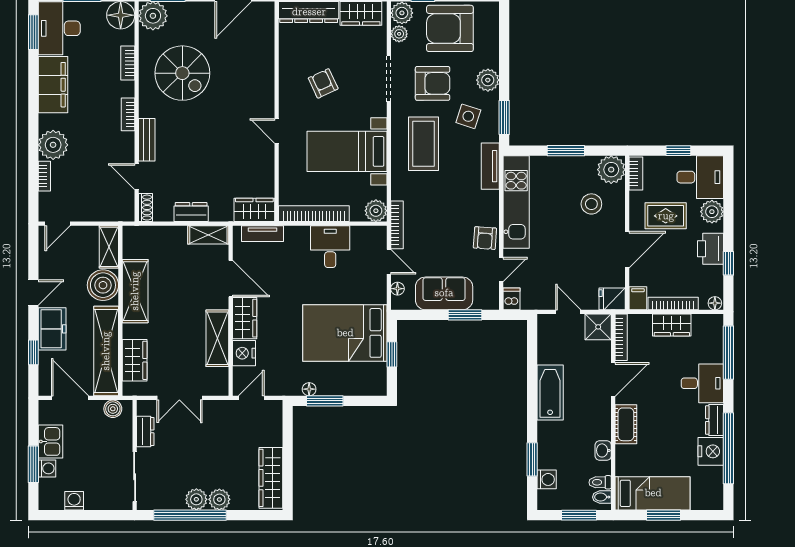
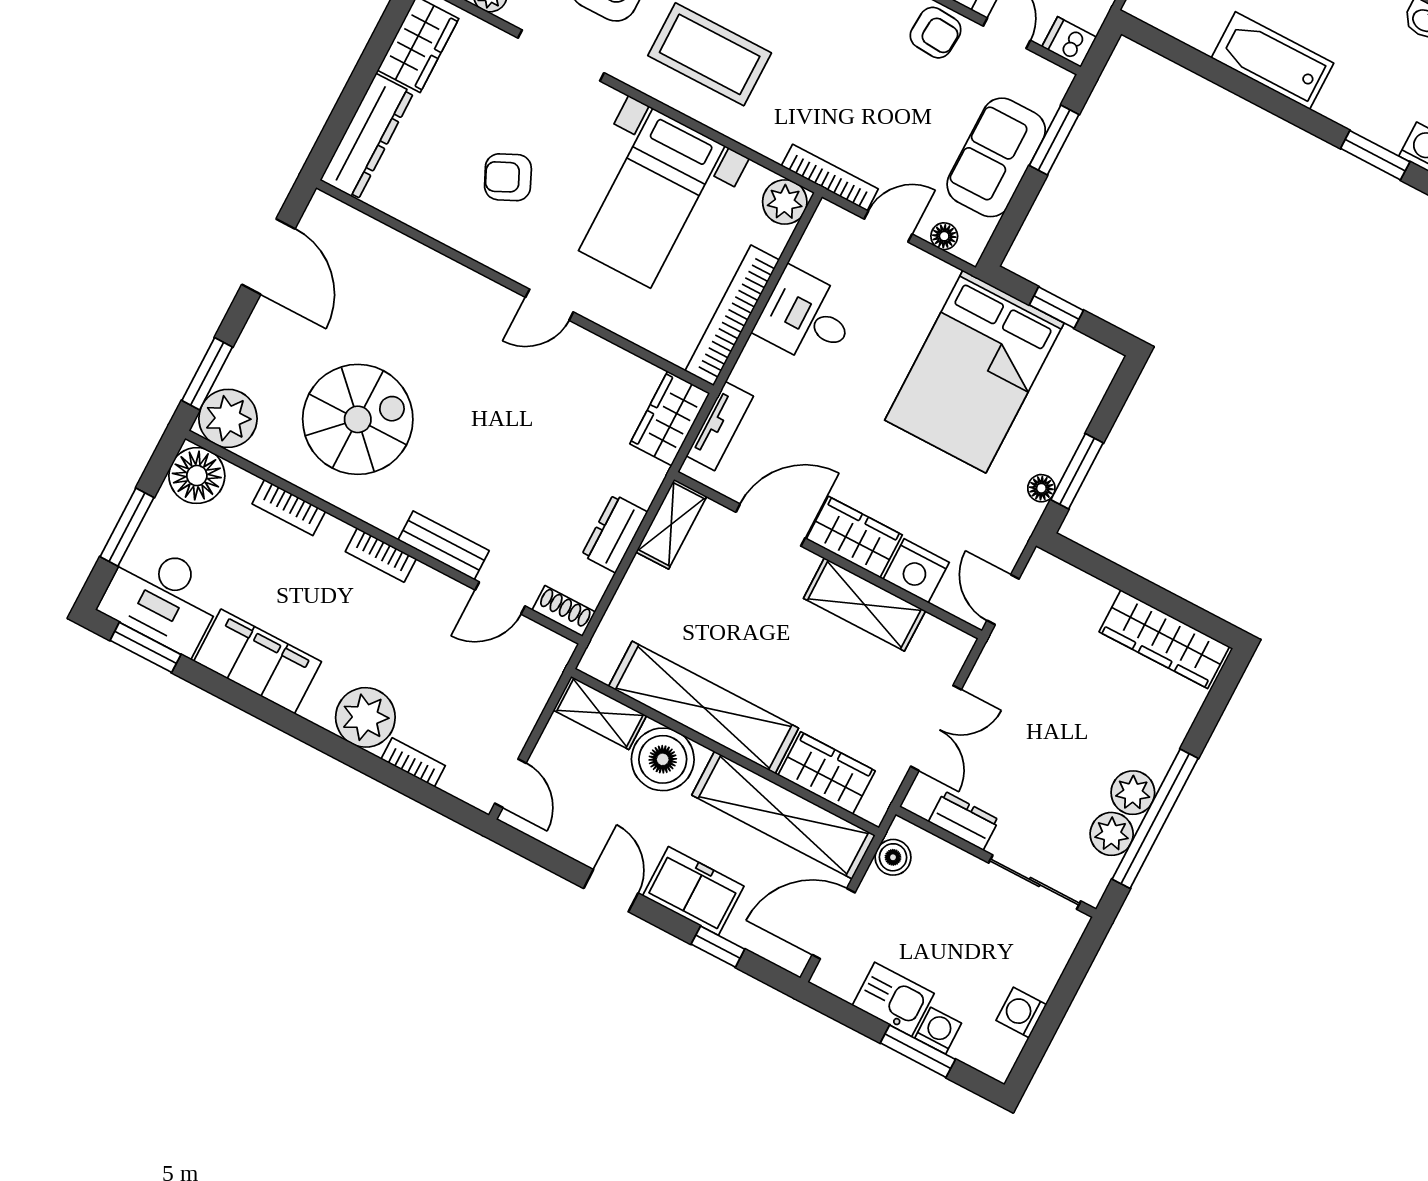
shelving: (135, 291) -> (704, 707), width x1.47
plant: (219, 499) -> (1112, 834), moved

